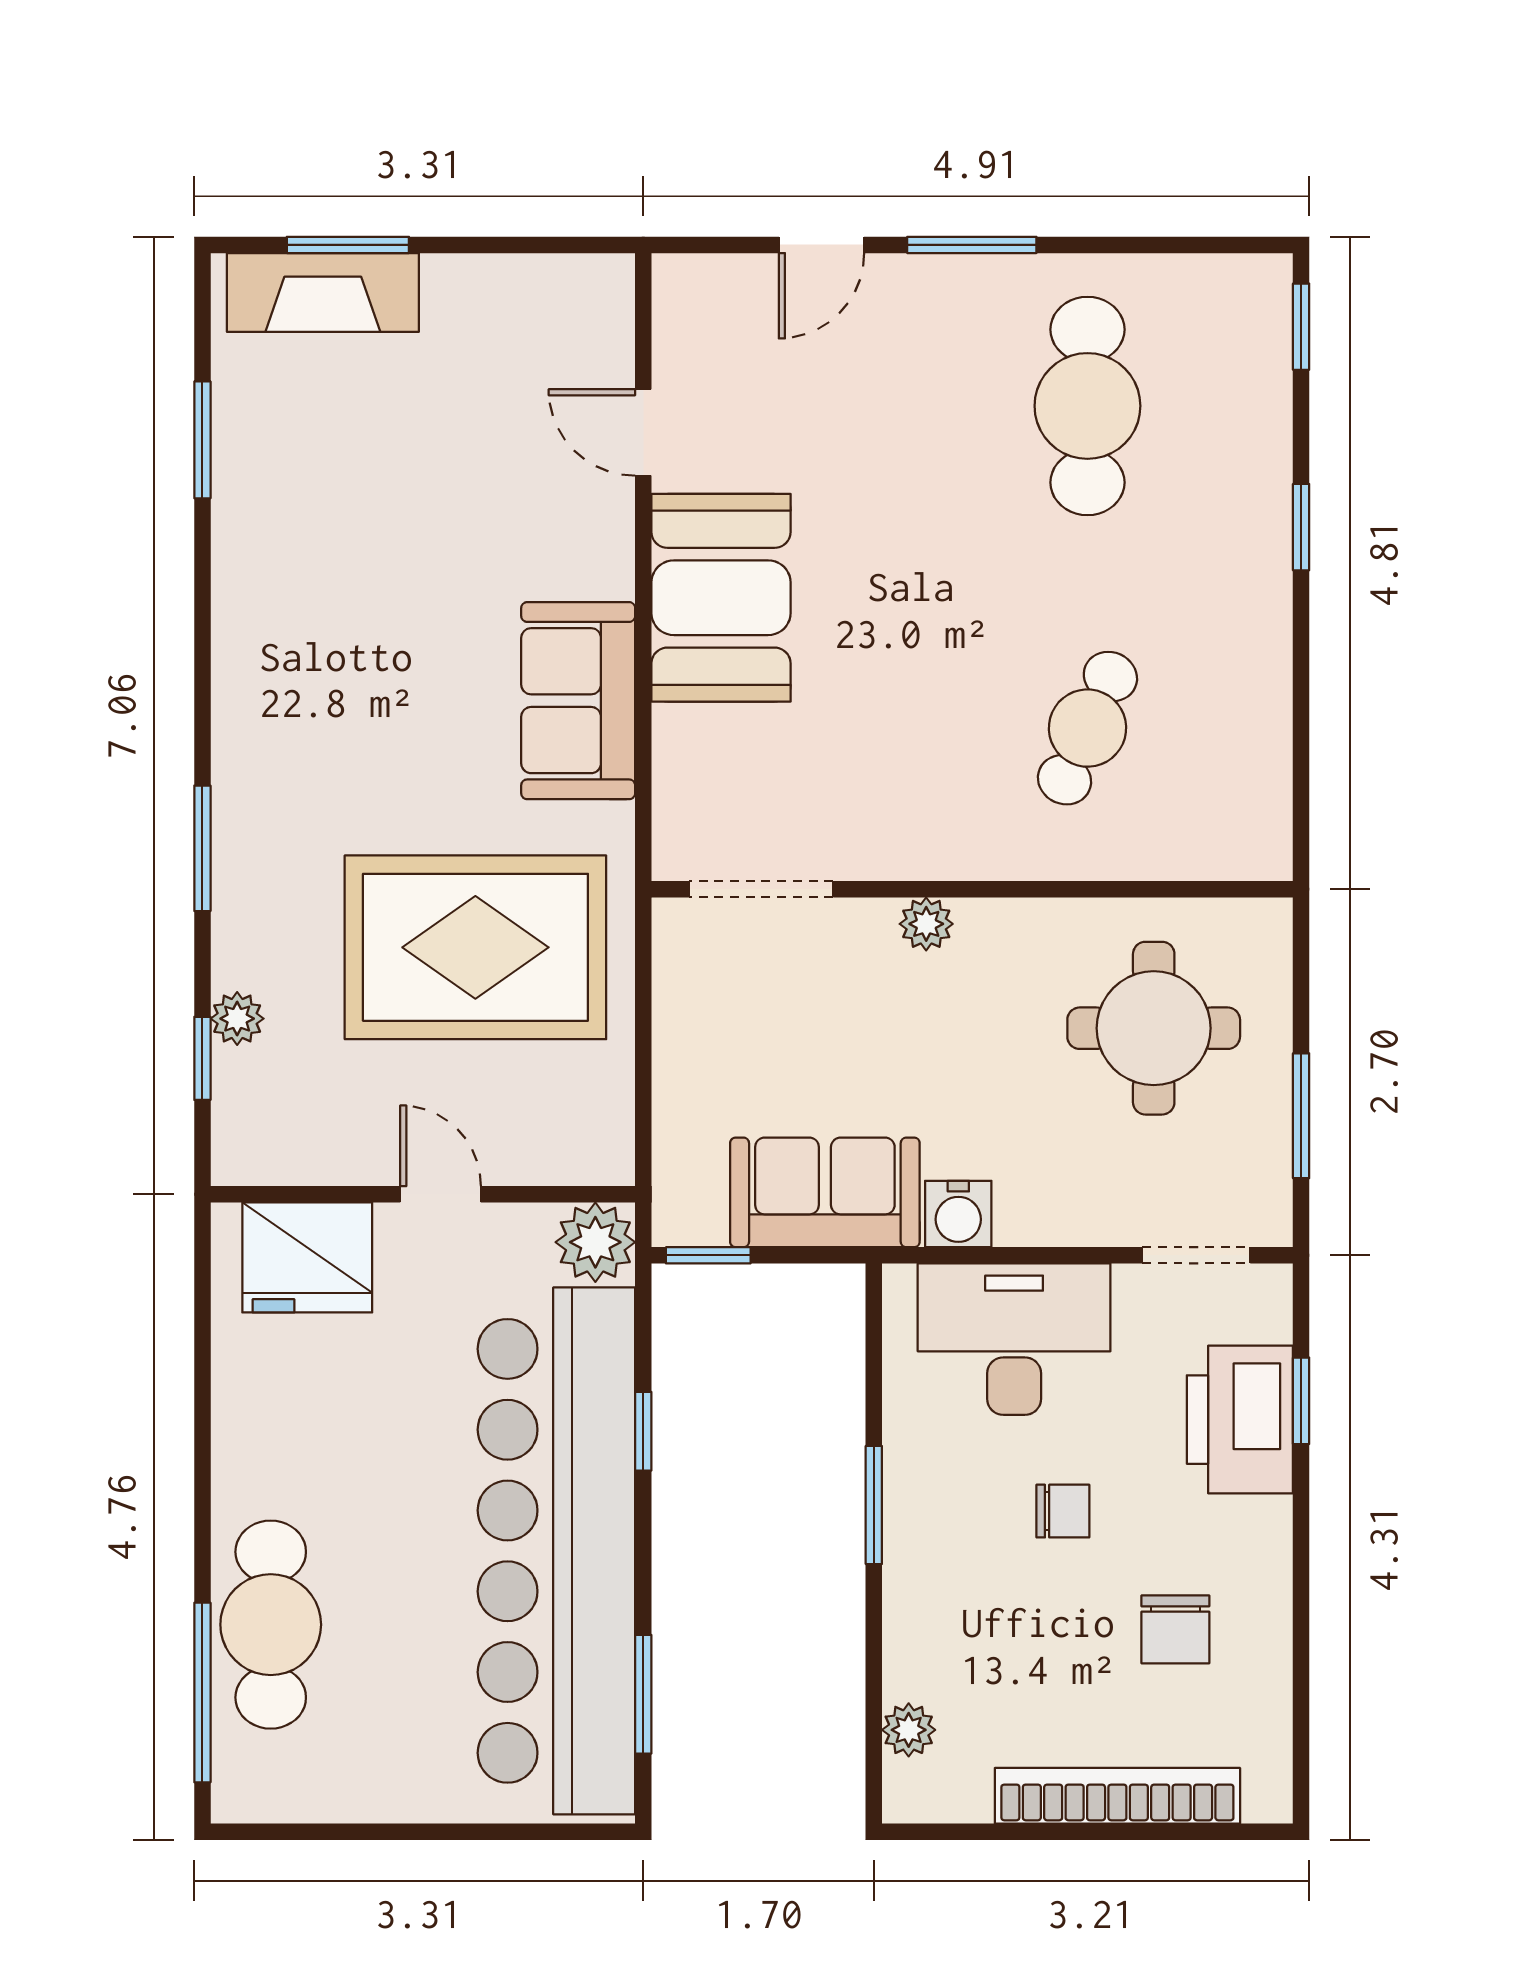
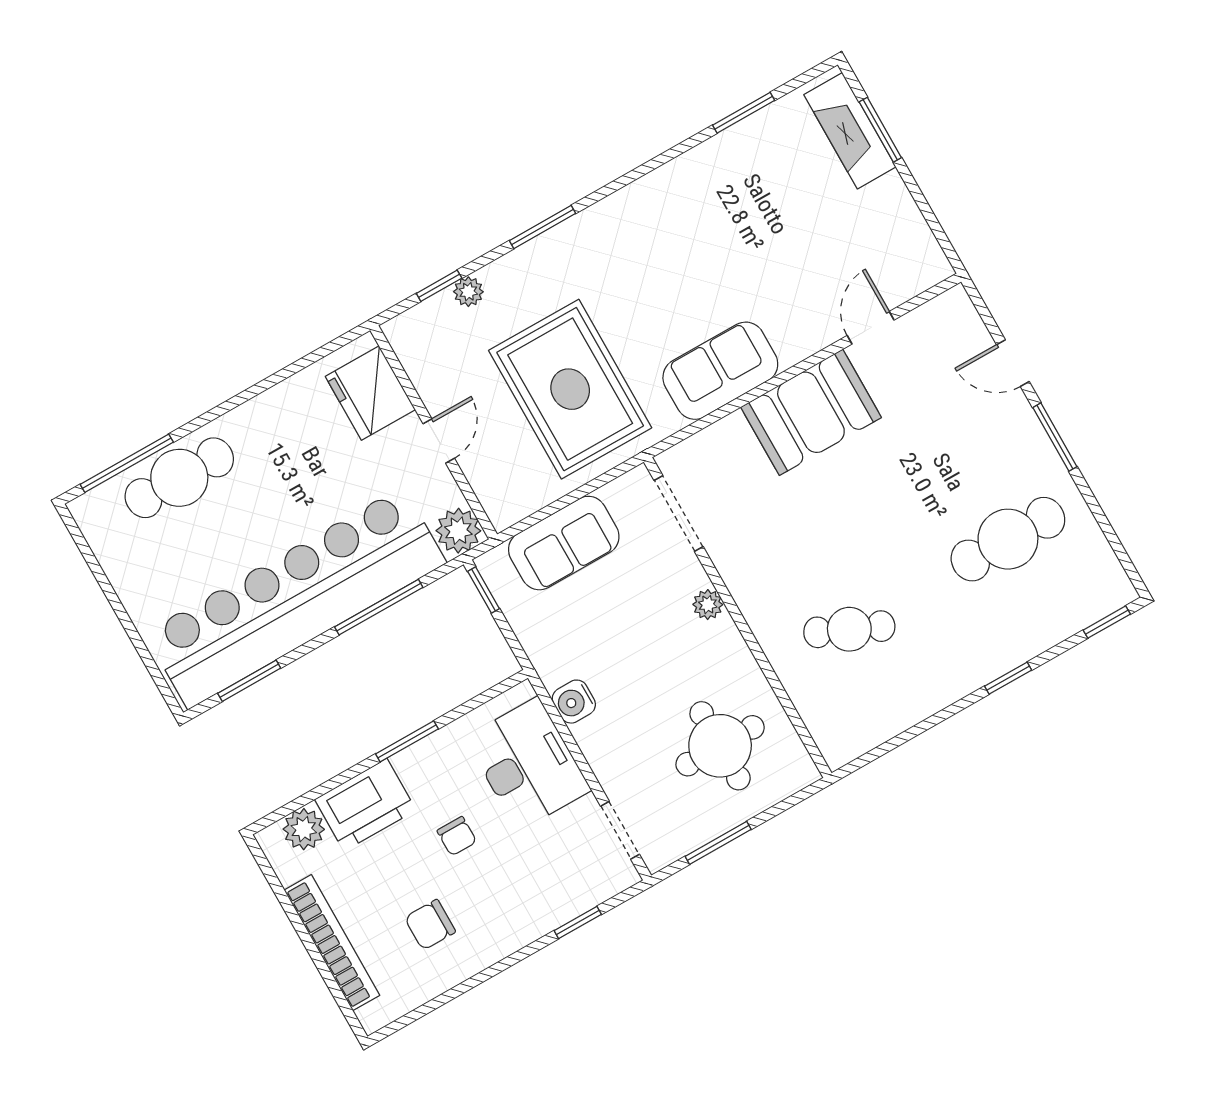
sofa: (825, 1192) -> (564, 543), moved, turned 90
printer: (1240, 1420) -> (365, 805), moved, turned 180
window: (643, 1431) -> (379, 607), width x2.17
plant: (909, 1730) -> (304, 829), width x1.38, depth x1.38

